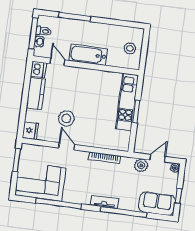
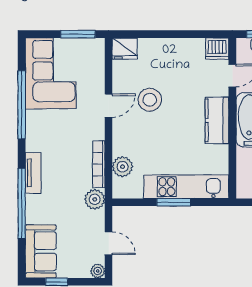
kitchen counter: (36, 94) -> (217, 120), moved, turned 90
plant: (108, 142) -> (123, 167), added
plant: (141, 165) -> (95, 199), moved

